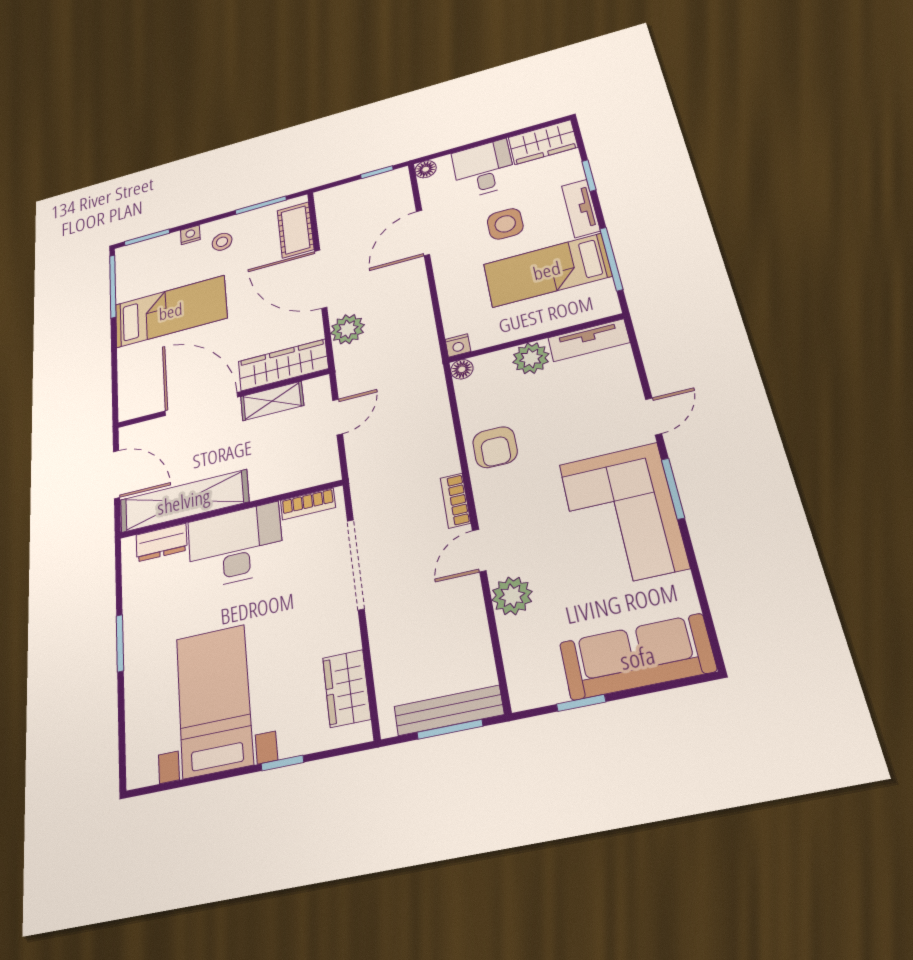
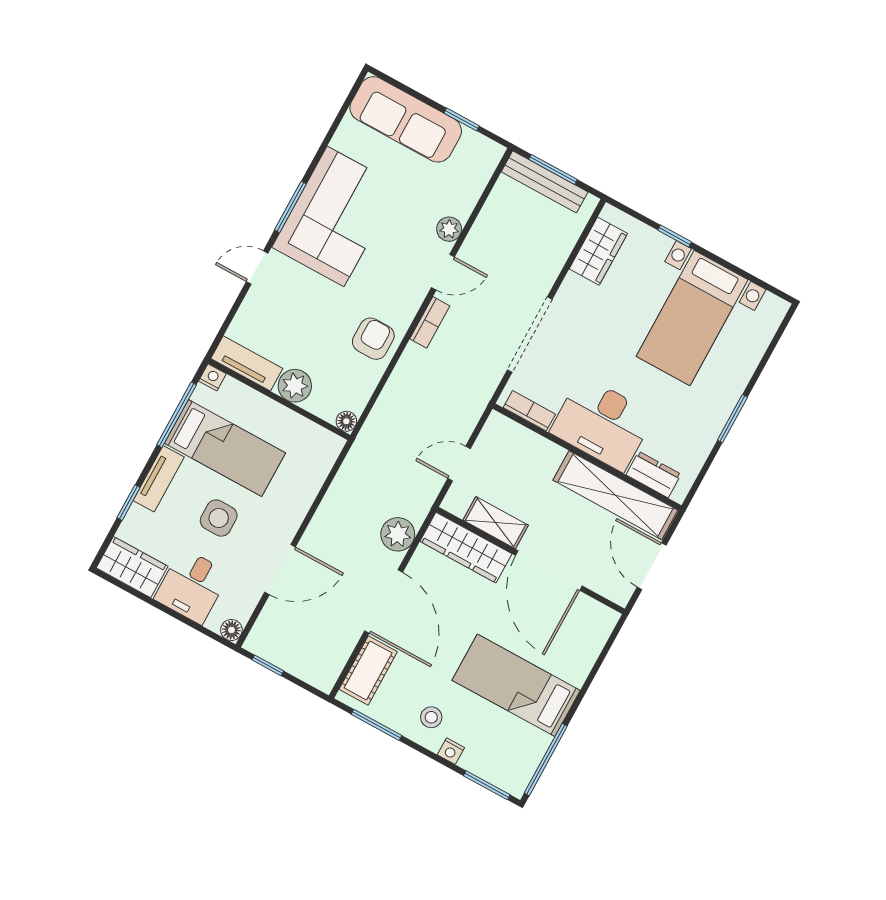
nightstand: (458, 345) -> (212, 377), moved
plant: (512, 596) -> (449, 229), width x0.73, depth x0.73

